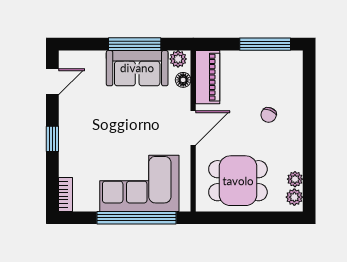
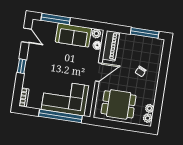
window: (135, 44) -> (56, 19), moved
door: (52, 82) -> (26, 35), hinge flipped

